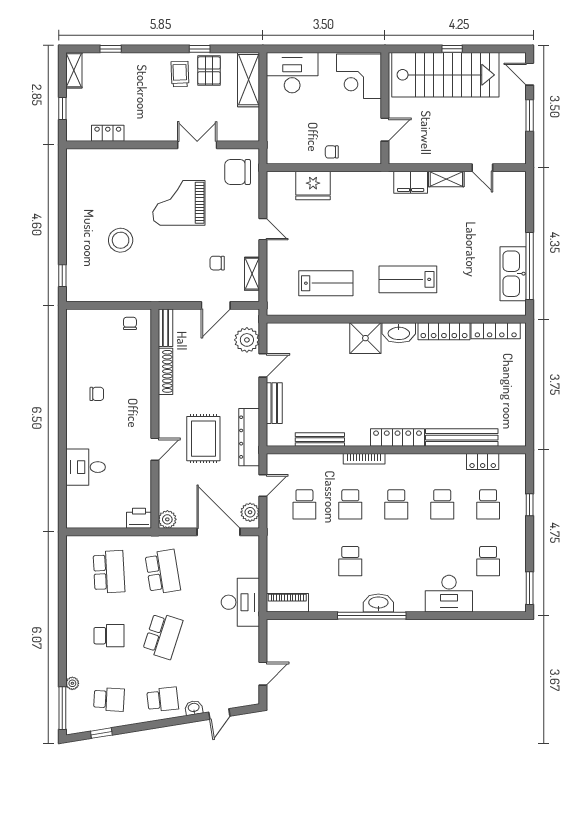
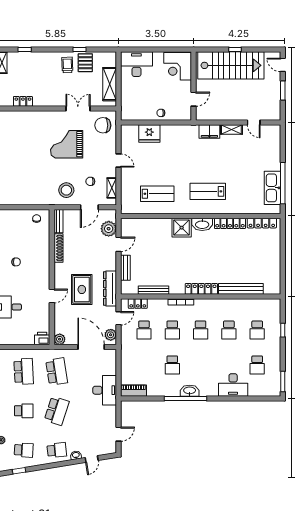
shelving: (249, 80) -> (110, 84), moved
stool: (121, 240) -> (66, 190), moved
locker: (483, 461) -> (138, 304), moved

